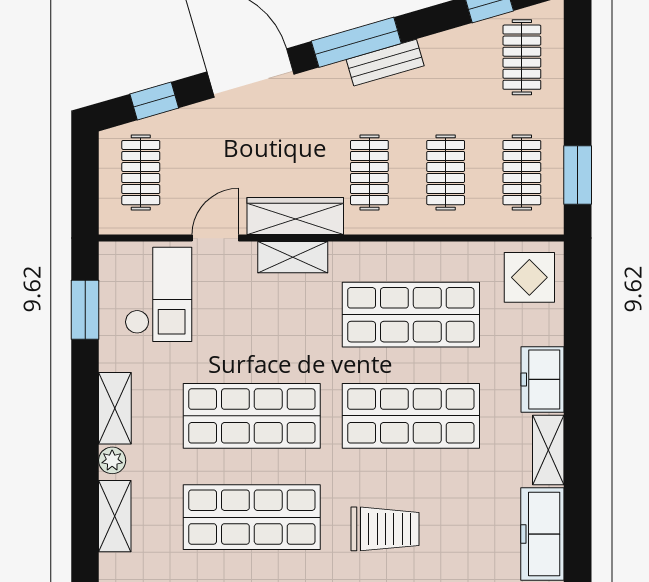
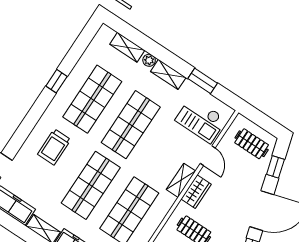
wardrobe: (295, 216) -> (196, 192), width x0.67
window: (85, 310) -> (203, 81), moved

